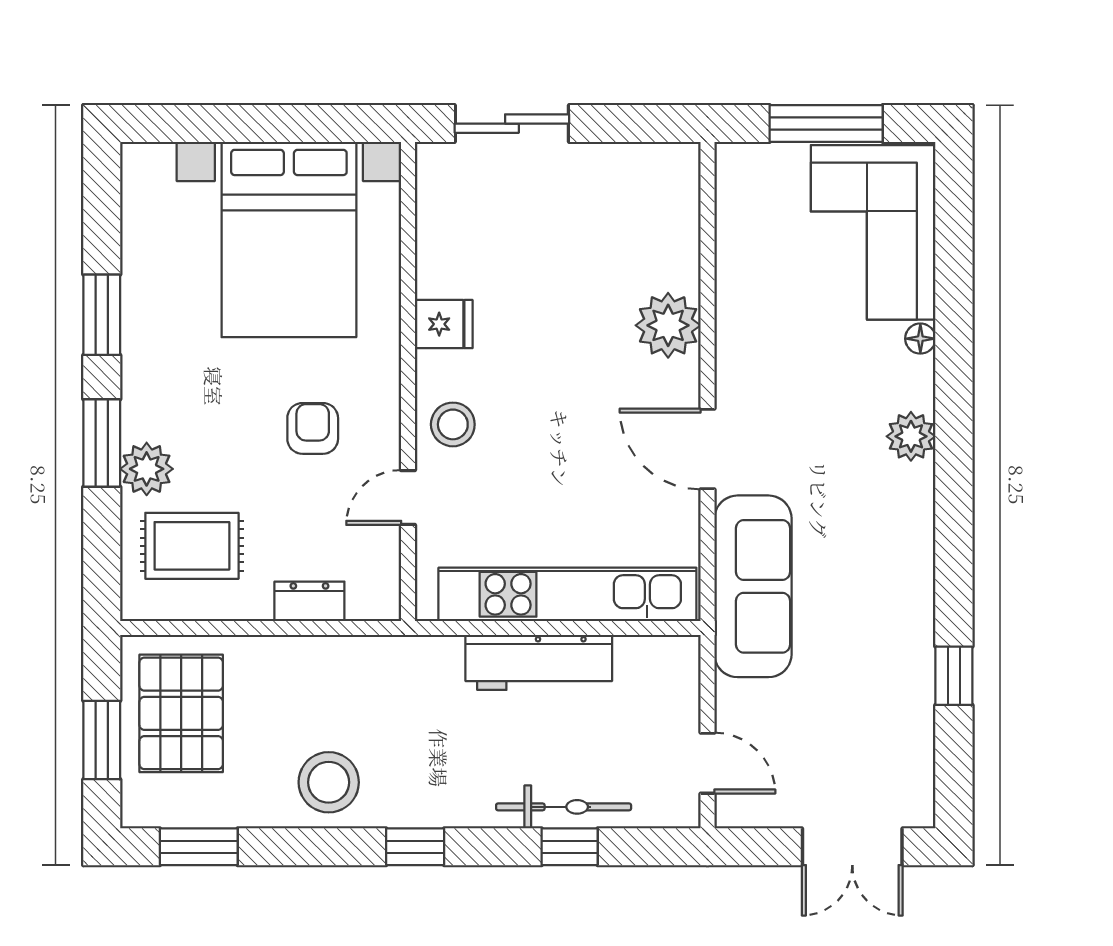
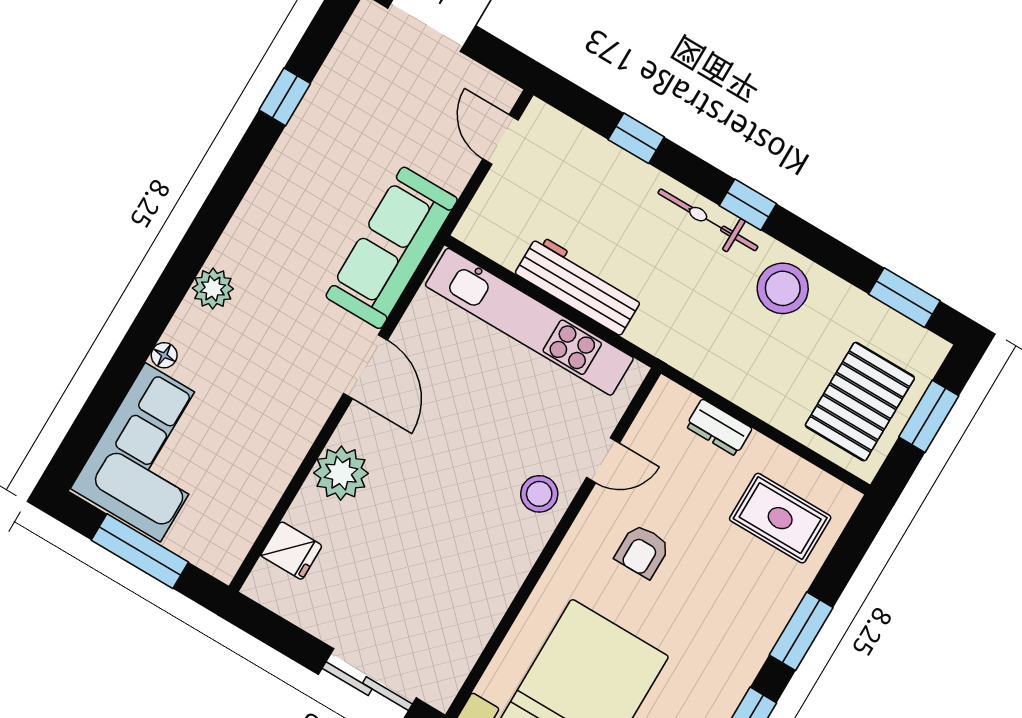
fridge: (444, 324) -> (291, 551), moved, turned 180
plant: (147, 469) -> (780, 593), removed
bicycle: (564, 807) -> (708, 220), moved

